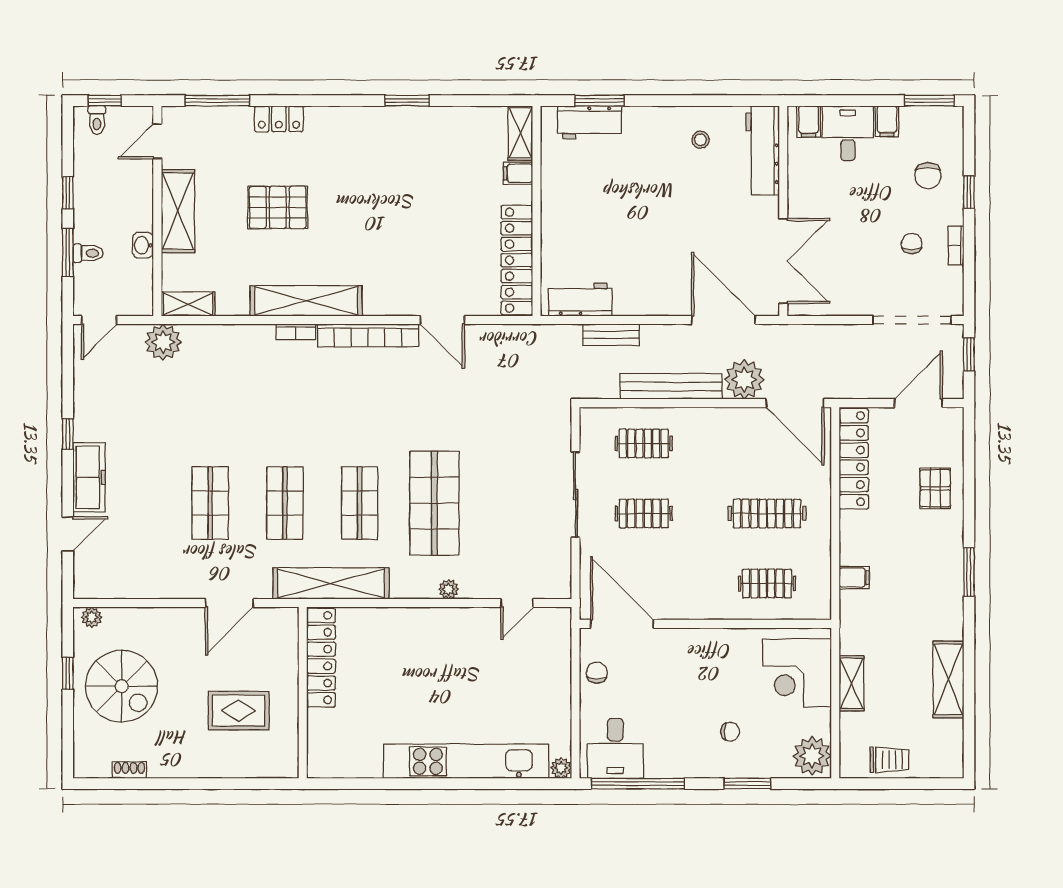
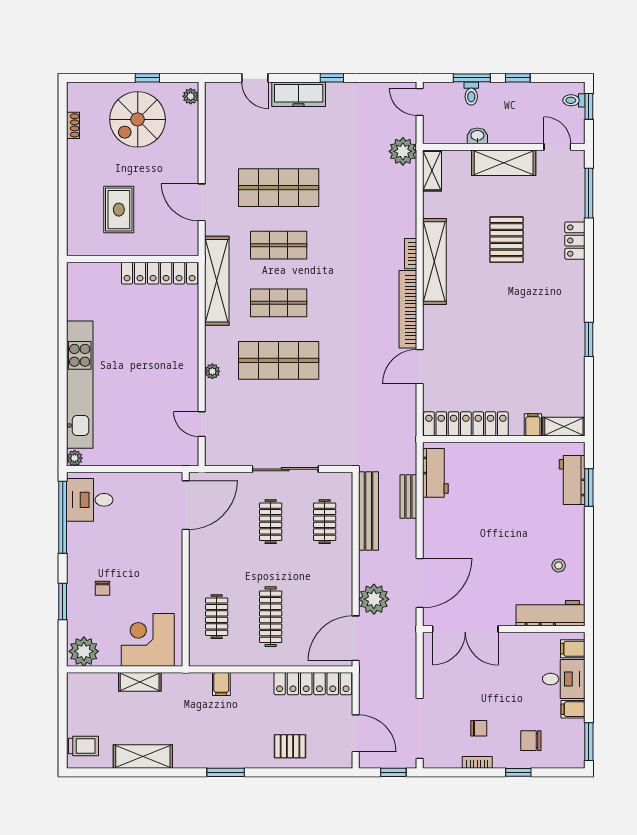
bench: (671, 386) -> (369, 511), moved
shop shelf: (210, 503) -> (279, 188), width x1.43, depth x1.36
chair: (597, 673) -> (148, 486), removed
trolley: (890, 760) -> (84, 746), moved, turned -90

